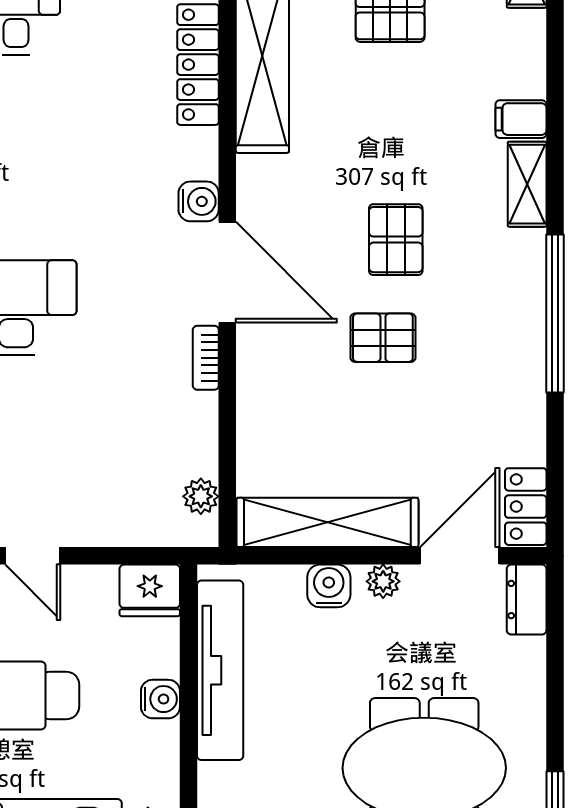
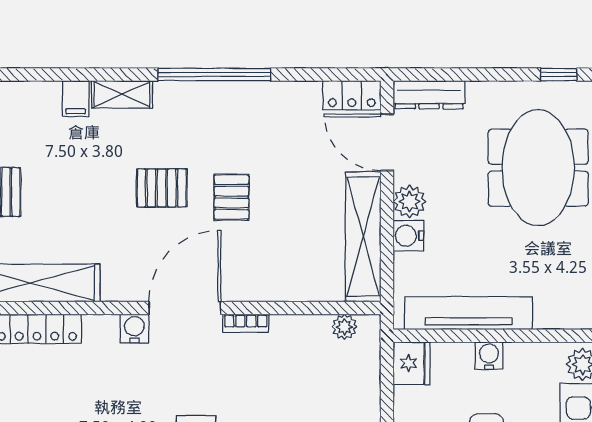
plant: (383, 581) -> (410, 201), width x1.38, depth x1.38
dresser: (527, 600) -> (429, 95), width x1.44

